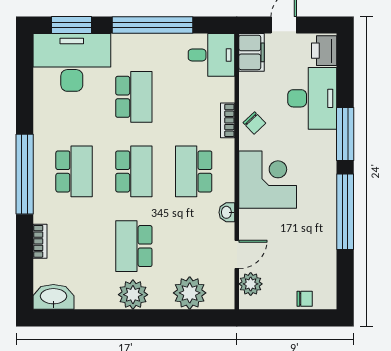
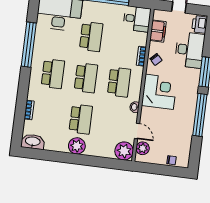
filing cabinet: (252, 52) -> (158, 31), moved
school desk: (194, 171) -> (119, 82), turned 180
window: (25, 174) -> (29, 45), moved
school desk: (134, 246) -> (81, 119), turned 180
door: (237, 254) -> (137, 131), hinge flipped
plant: (190, 293) -> (124, 151), moved

